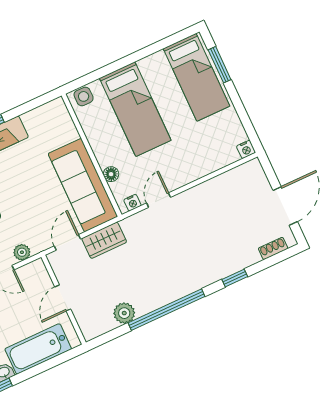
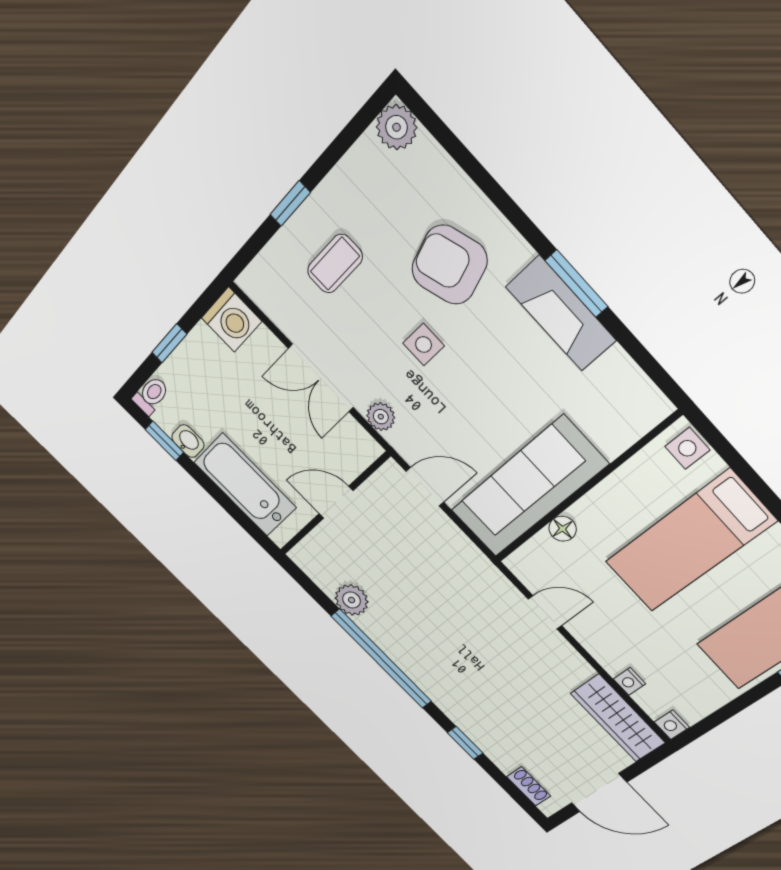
nightstand: (132, 203) -> (629, 681), moved
wardrobe: (104, 240) -> (618, 718), moved, width x1.50

